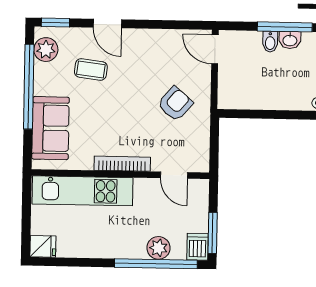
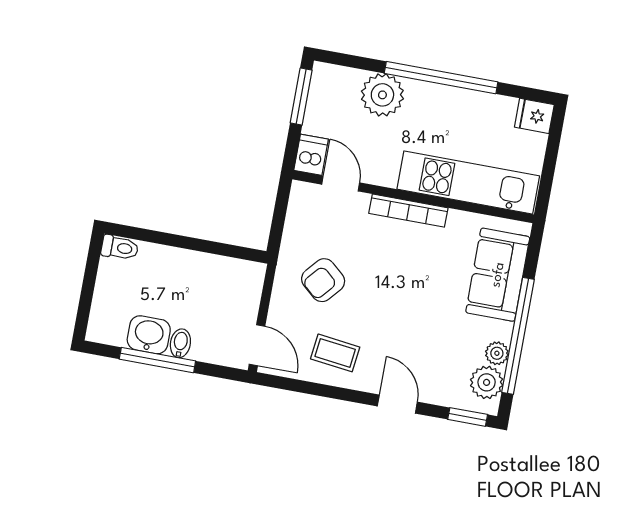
washbasin: (290, 40) -> (149, 335), width x1.38, depth x1.45
coffee table: (91, 69) -> (335, 353), moved
plant: (42, 72) -> (497, 353), added
dishwasher: (197, 247) -> (311, 155), moved, turned 180
plant: (158, 248) -> (382, 95), width x1.36, depth x1.36
window: (156, 264) -> (441, 78), moved

